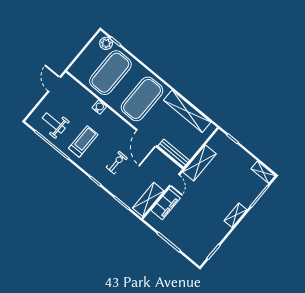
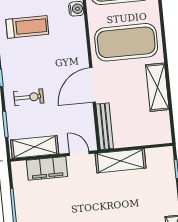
shelving: (187, 111) -> (157, 87), width x0.68
exercise bike: (117, 163) -> (29, 97), moved
door: (175, 180) -> (79, 153), swing flipped

